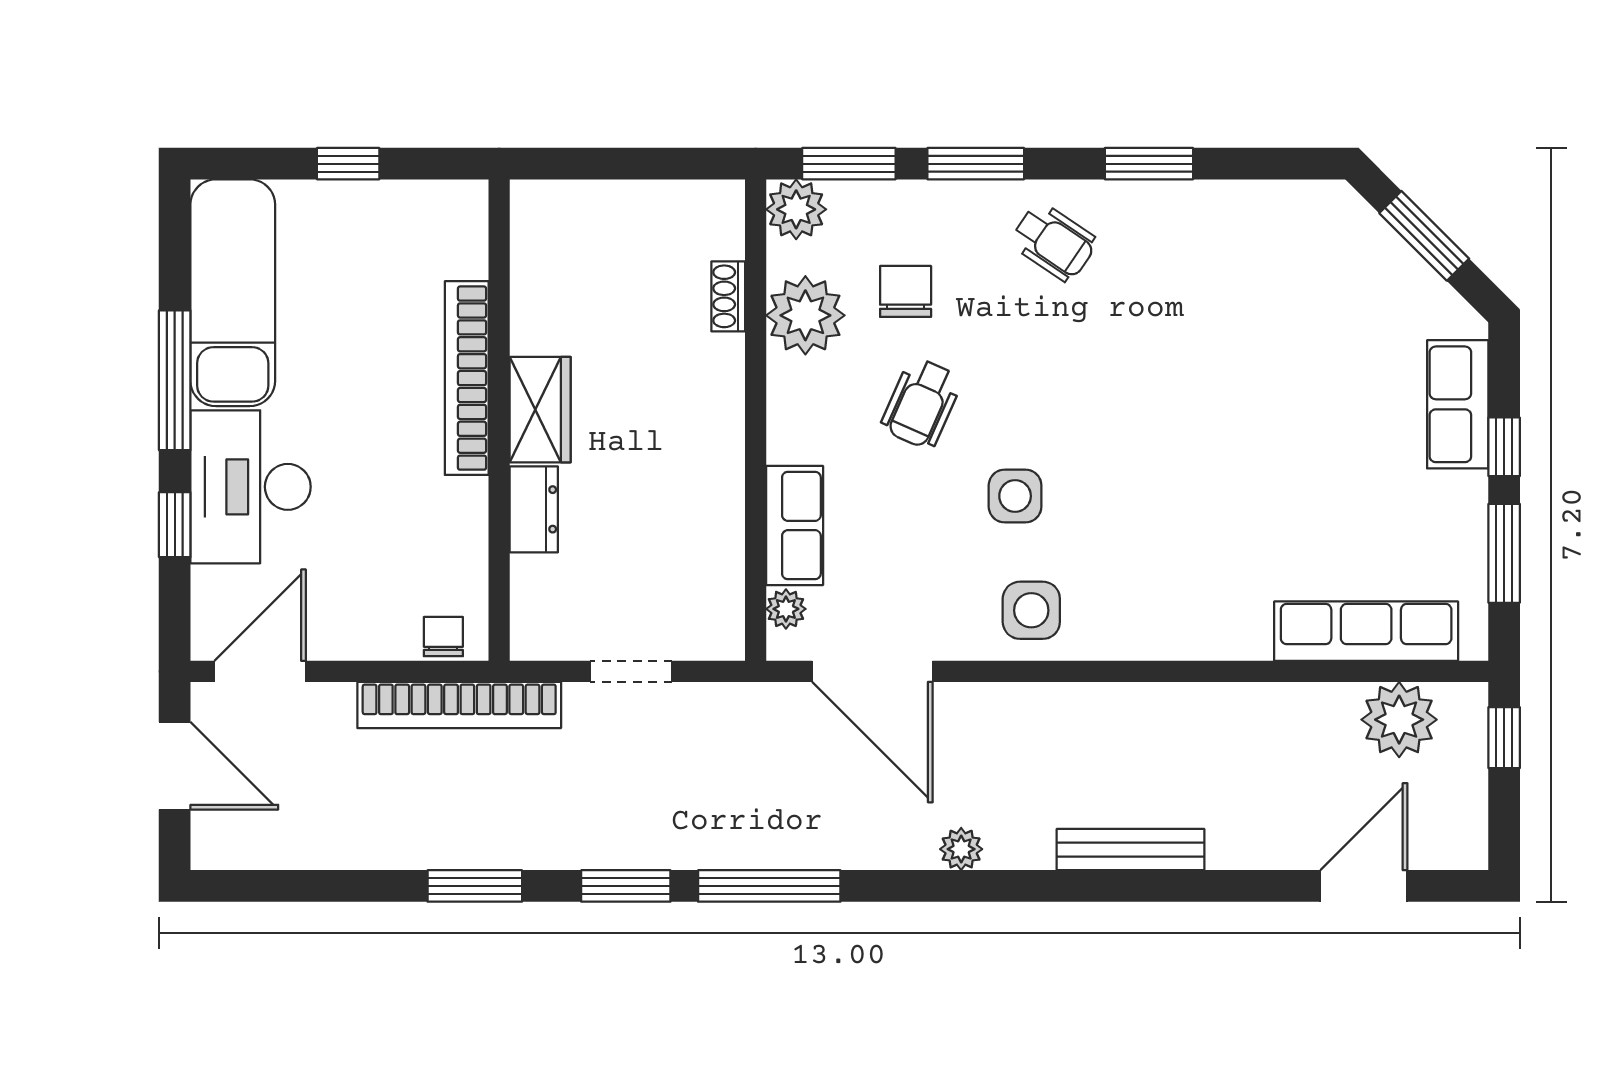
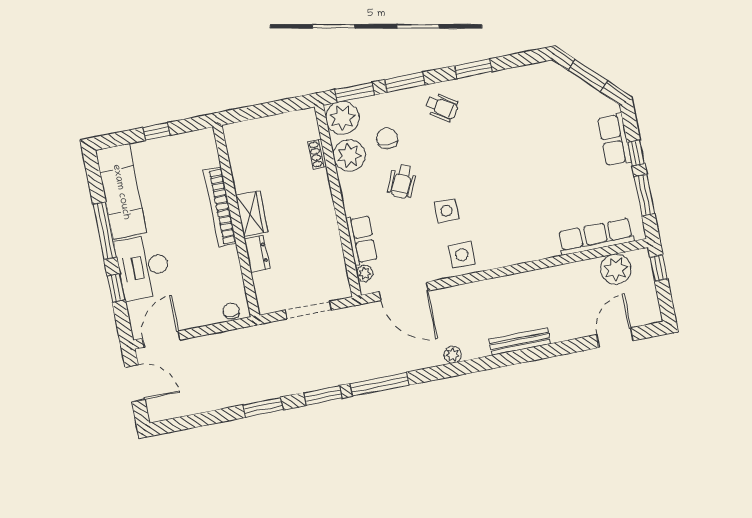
plant: (796, 209) -> (342, 118), width x1.36, depth x1.36
doorway: (631, 671) -> (308, 310), width x1.38
bookcase: (459, 705) -> (243, 337), removed

